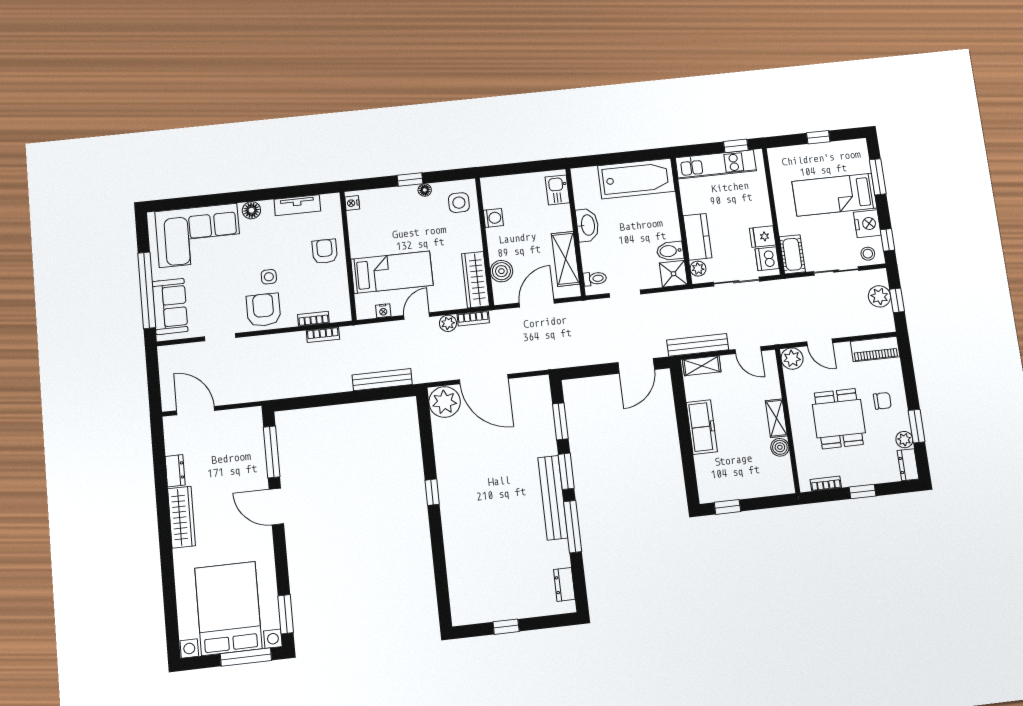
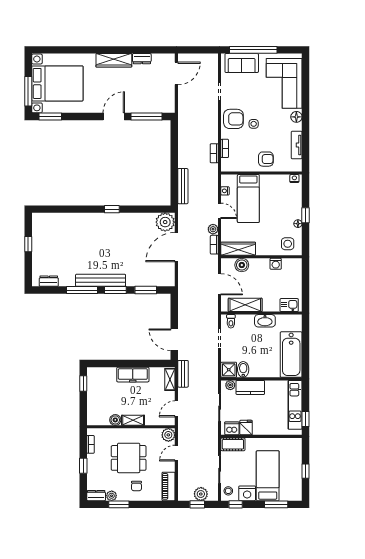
bench: (698, 345) -> (183, 374), width x0.73

